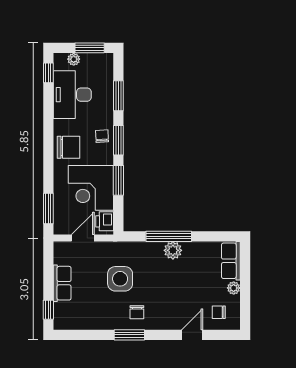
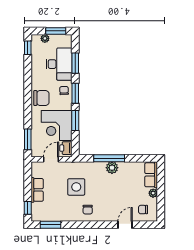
desk: (72, 95) -> (59, 64), moved, turned 180
window: (129, 335) -> (50, 225), moved

